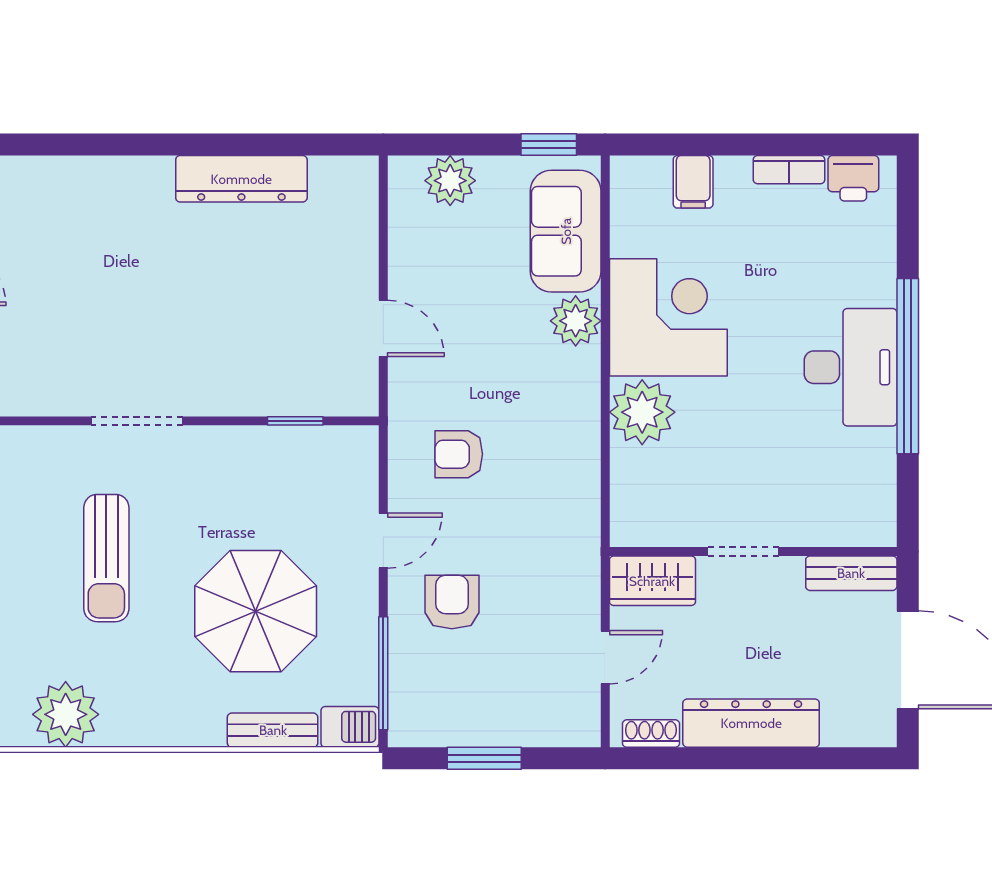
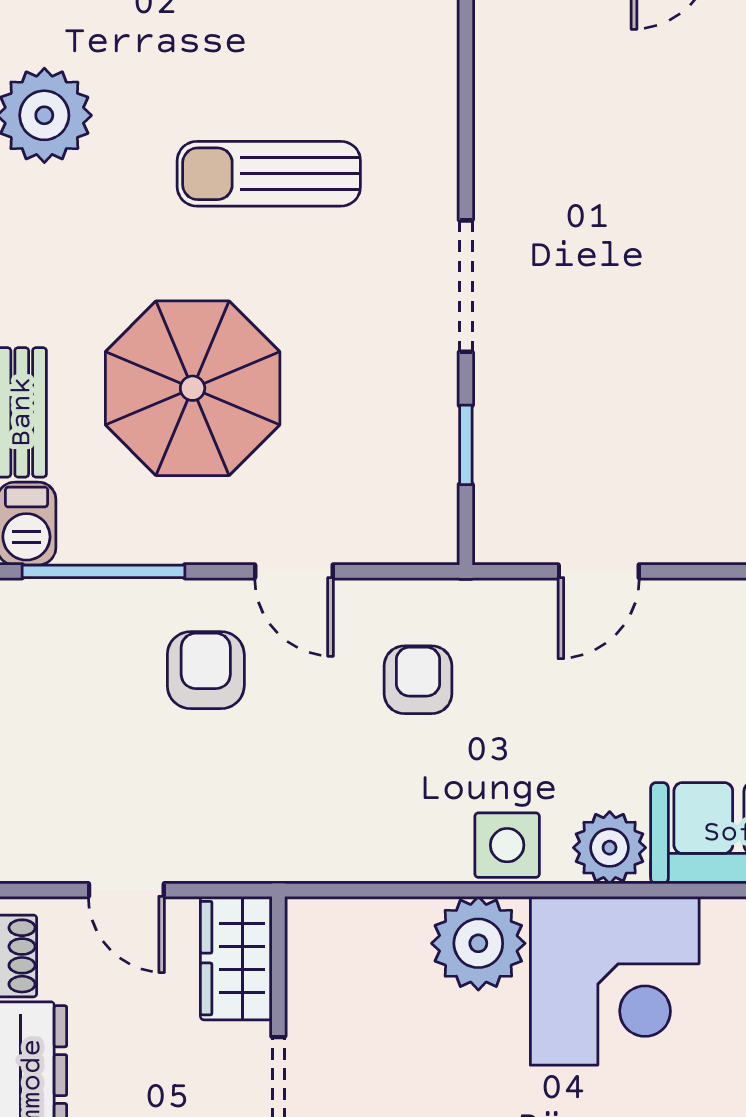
side table: (574, 392) -> (507, 845), added
doorway: (137, 421) -> (466, 286), moved
armchair: (452, 602) -> (206, 670), turned -90

